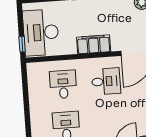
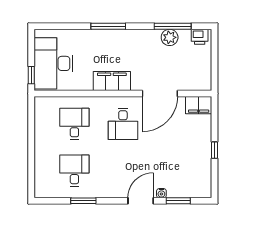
desk: (106, 81) -> (123, 124), turned 90

